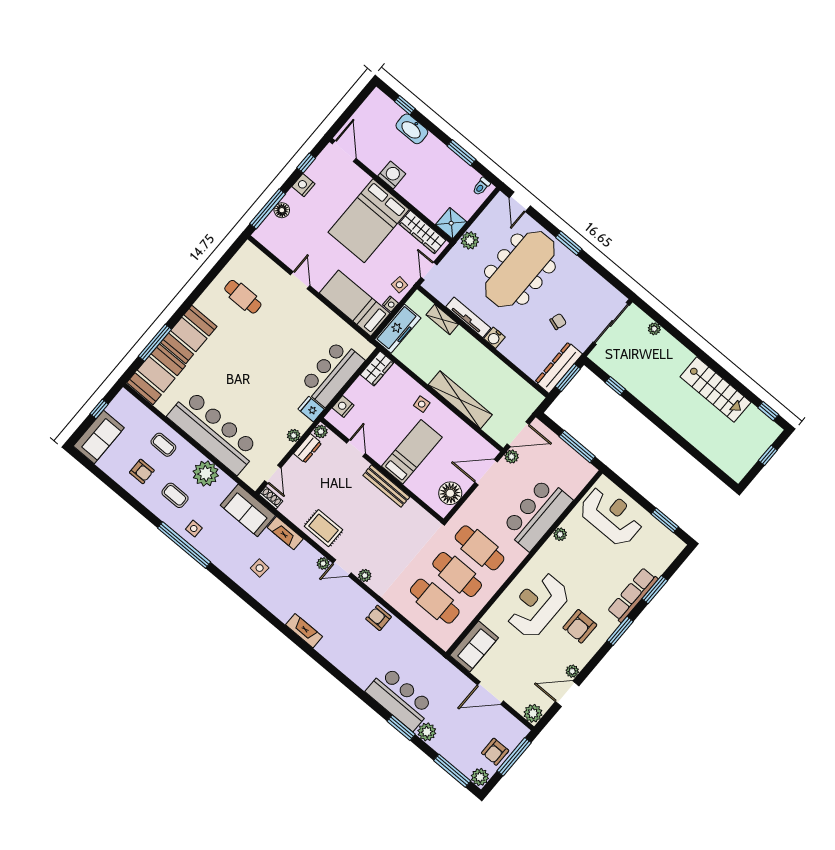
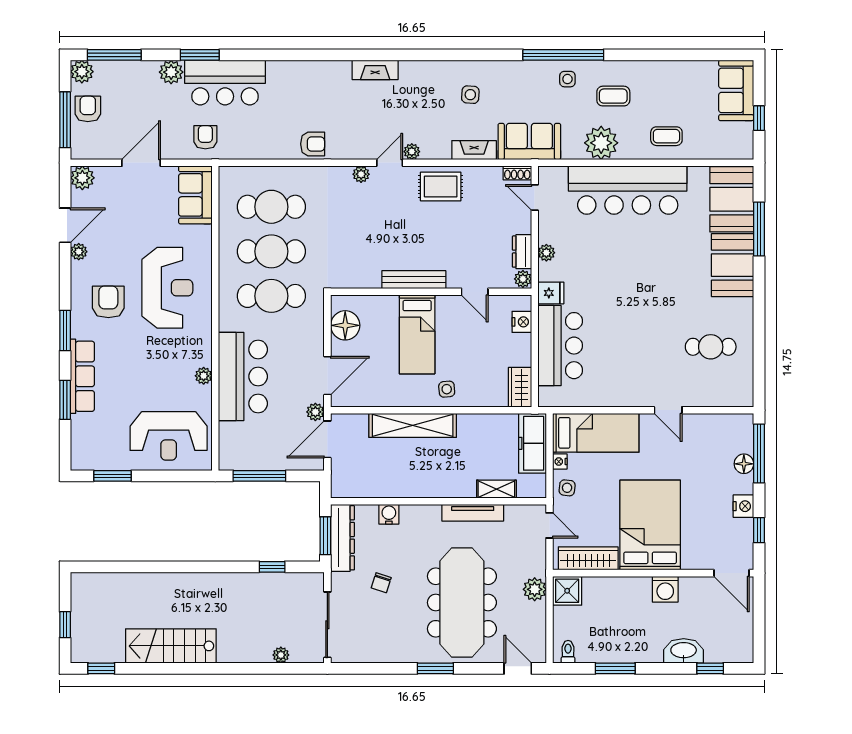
water cooler: (494, 338) -> (389, 514), moved
armchair: (142, 471) -> (205, 137), moved, turned 90

